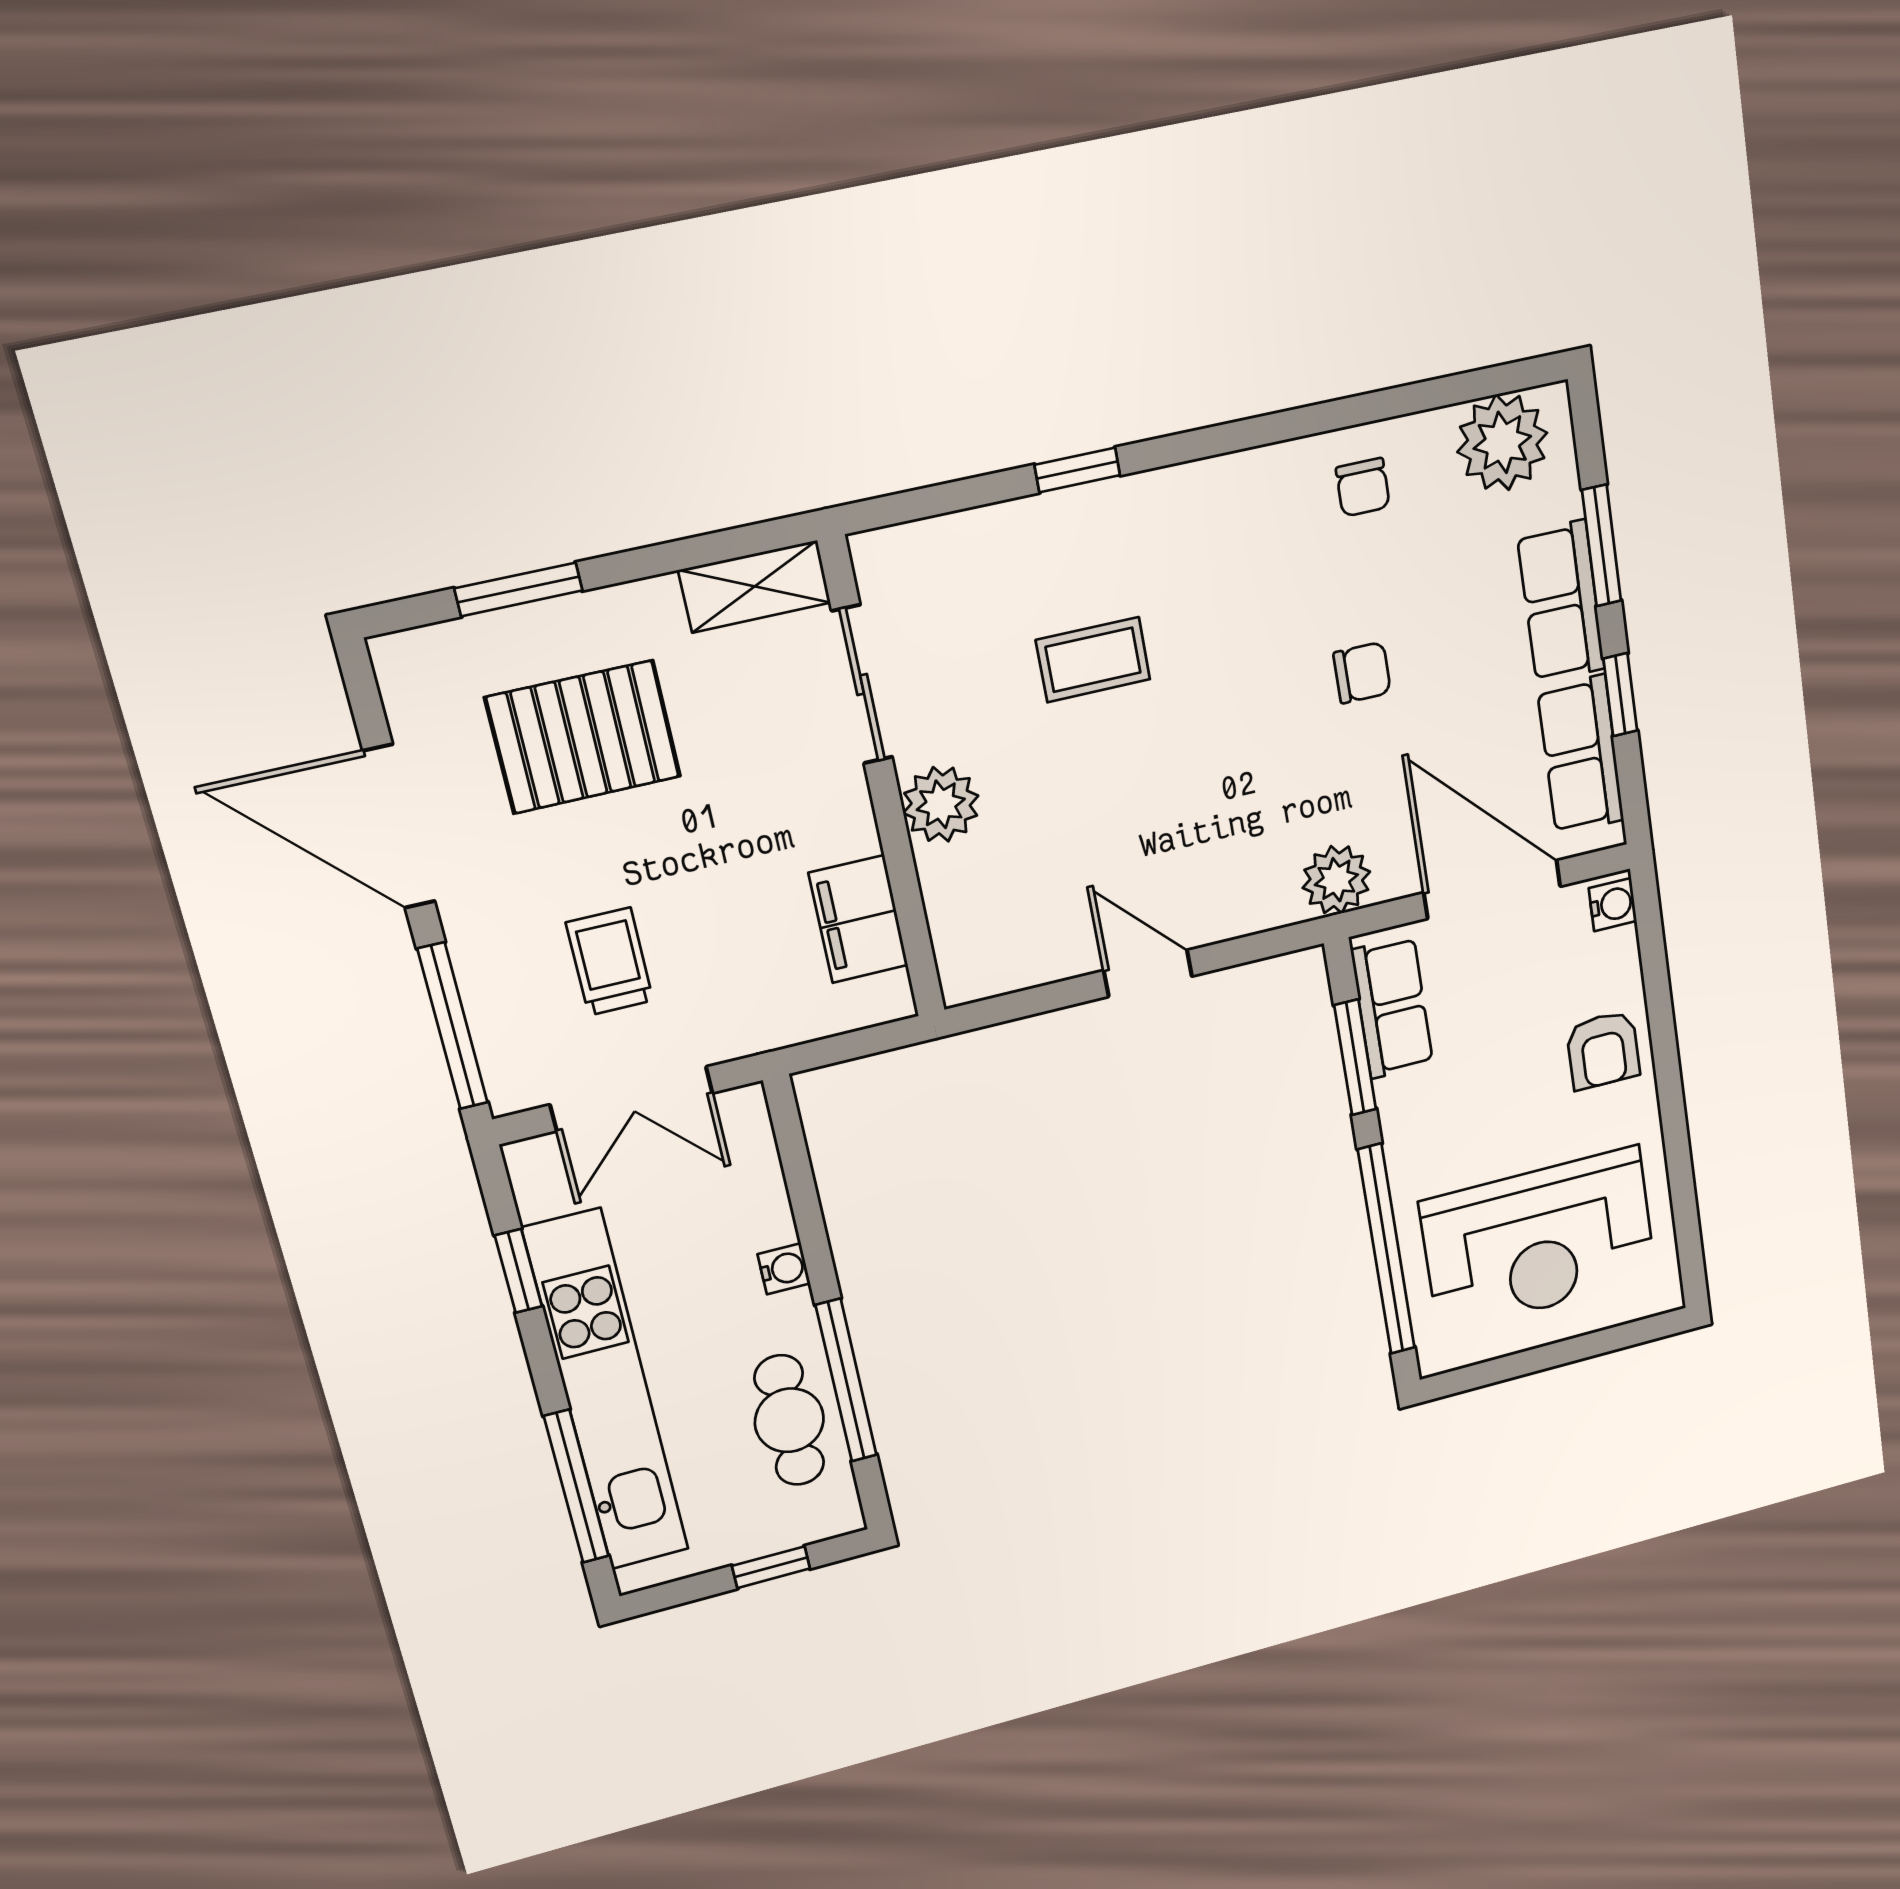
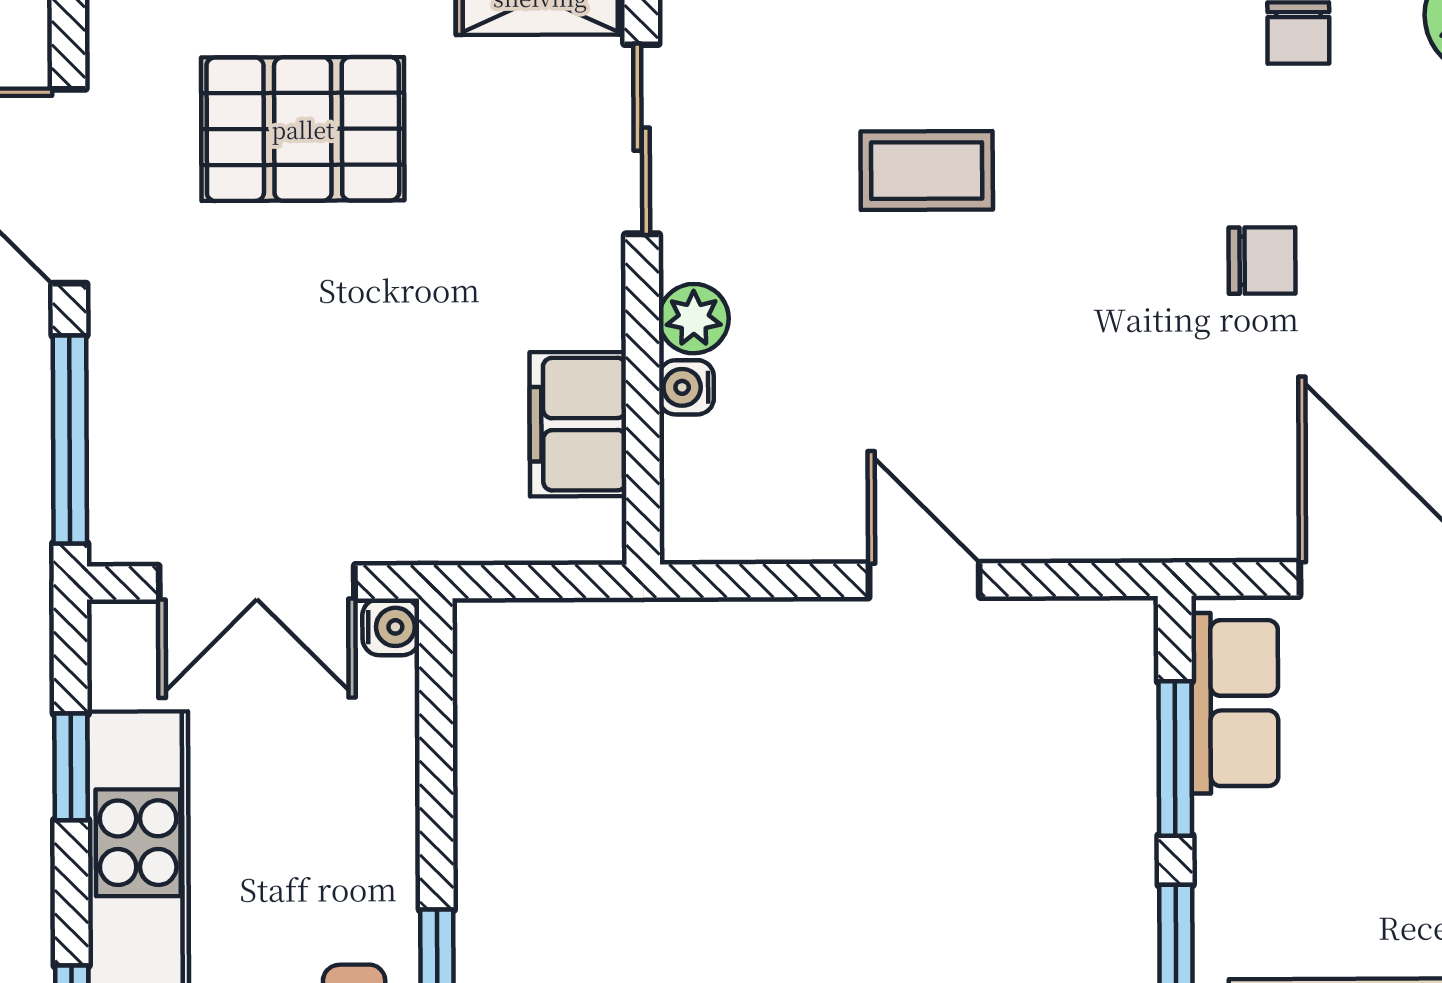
plant: (941, 804) -> (694, 319), width x0.73, depth x0.73
water cooler: (938, 871) -> (686, 387), added
plant: (1336, 880) -> (1187, 517), removed
trolley: (610, 962) -> (271, 405), removed
water cooler: (784, 1269) -> (391, 627), moved

